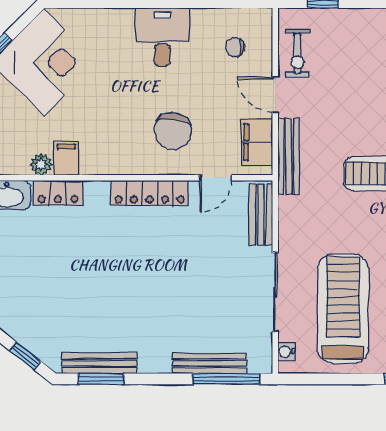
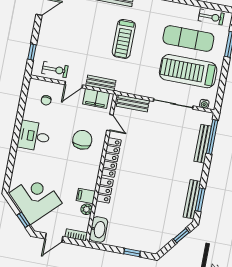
chair: (173, 131) -> (82, 140), turned -97
bench: (288, 156) -> (101, 83), width x0.73
locker: (58, 193) -> (105, 190), moved

